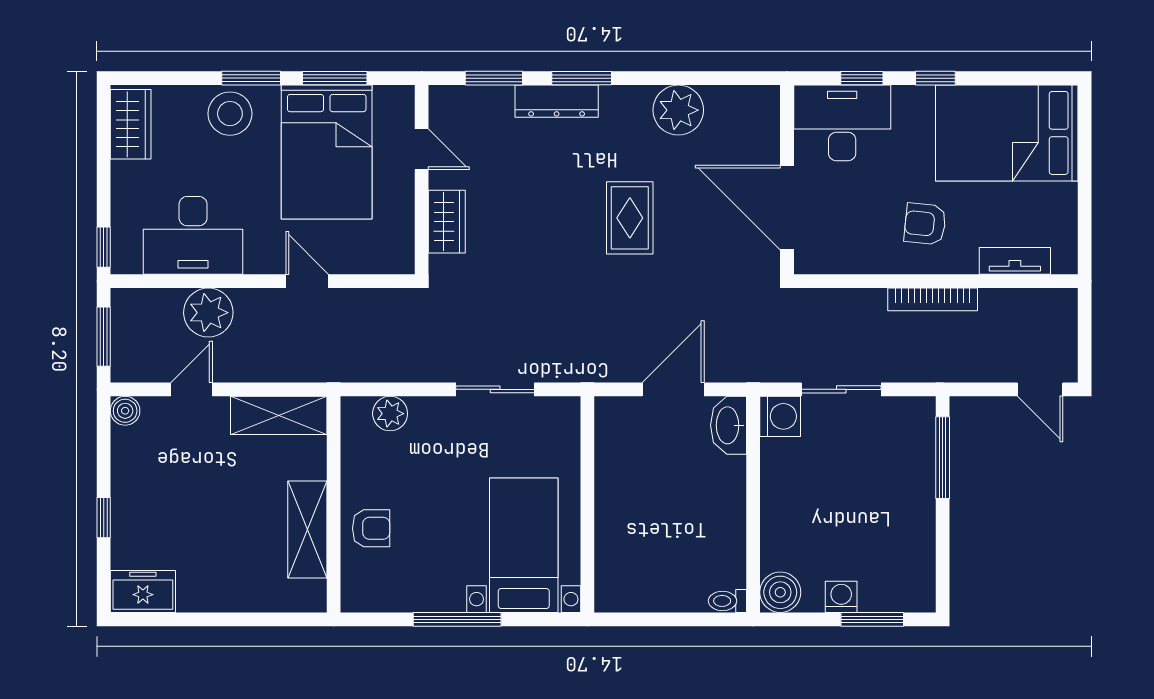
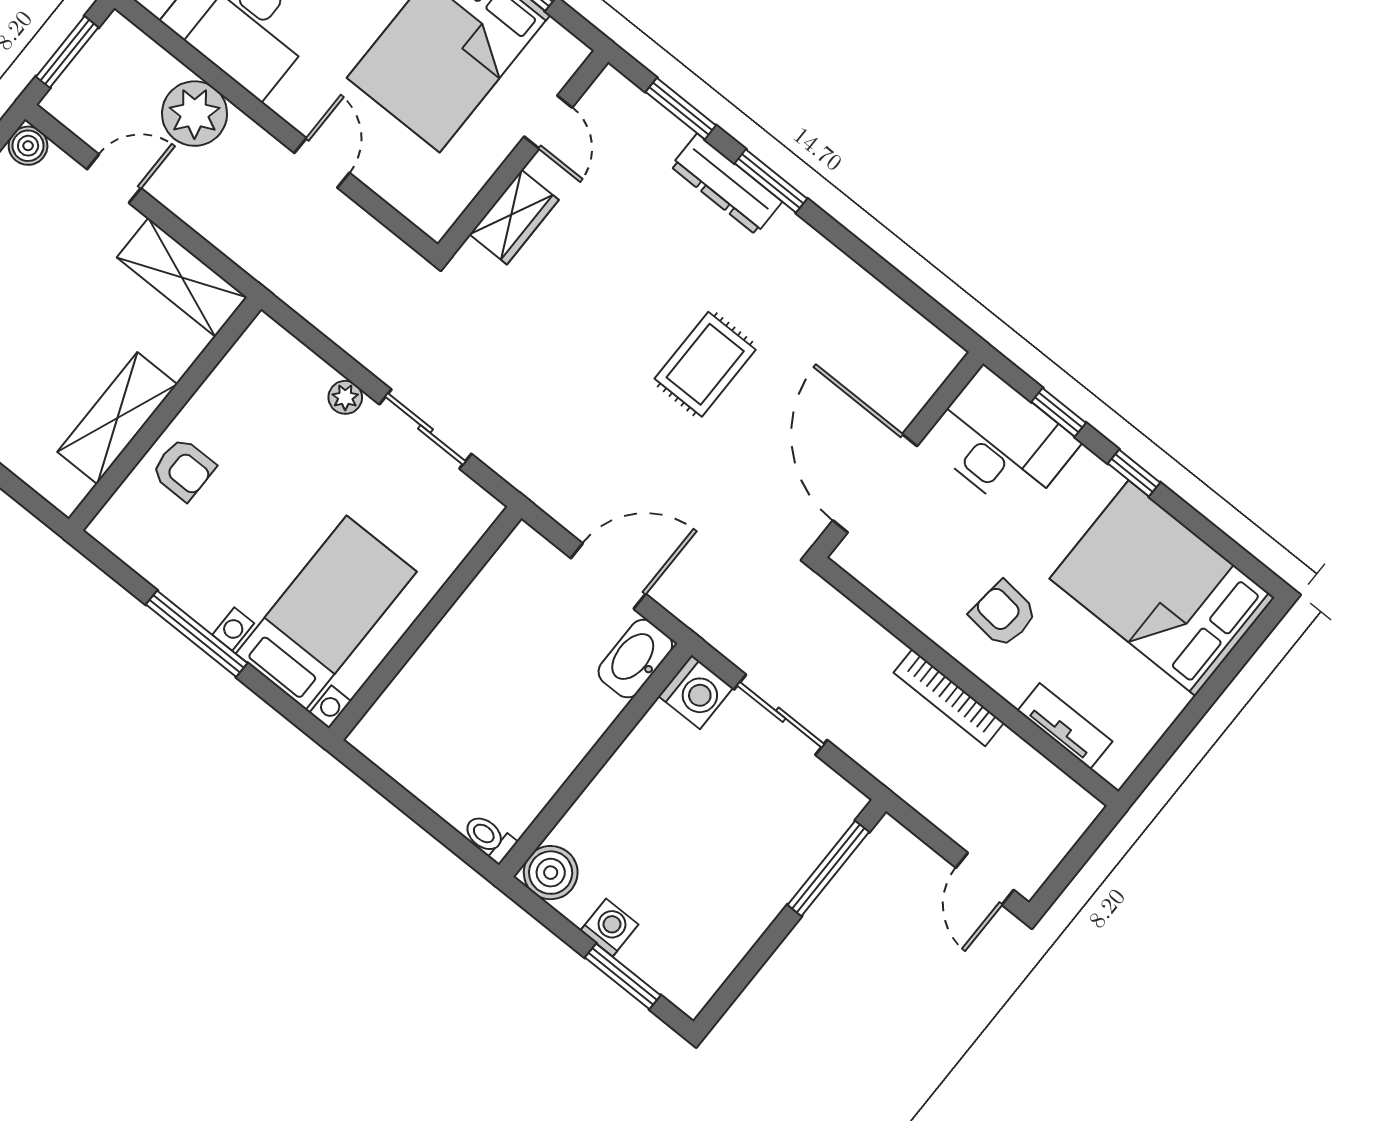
plant: (678, 110) -> (844, 294), removed
plant: (390, 414) -> (345, 397), moved, width x0.73, depth x0.73

